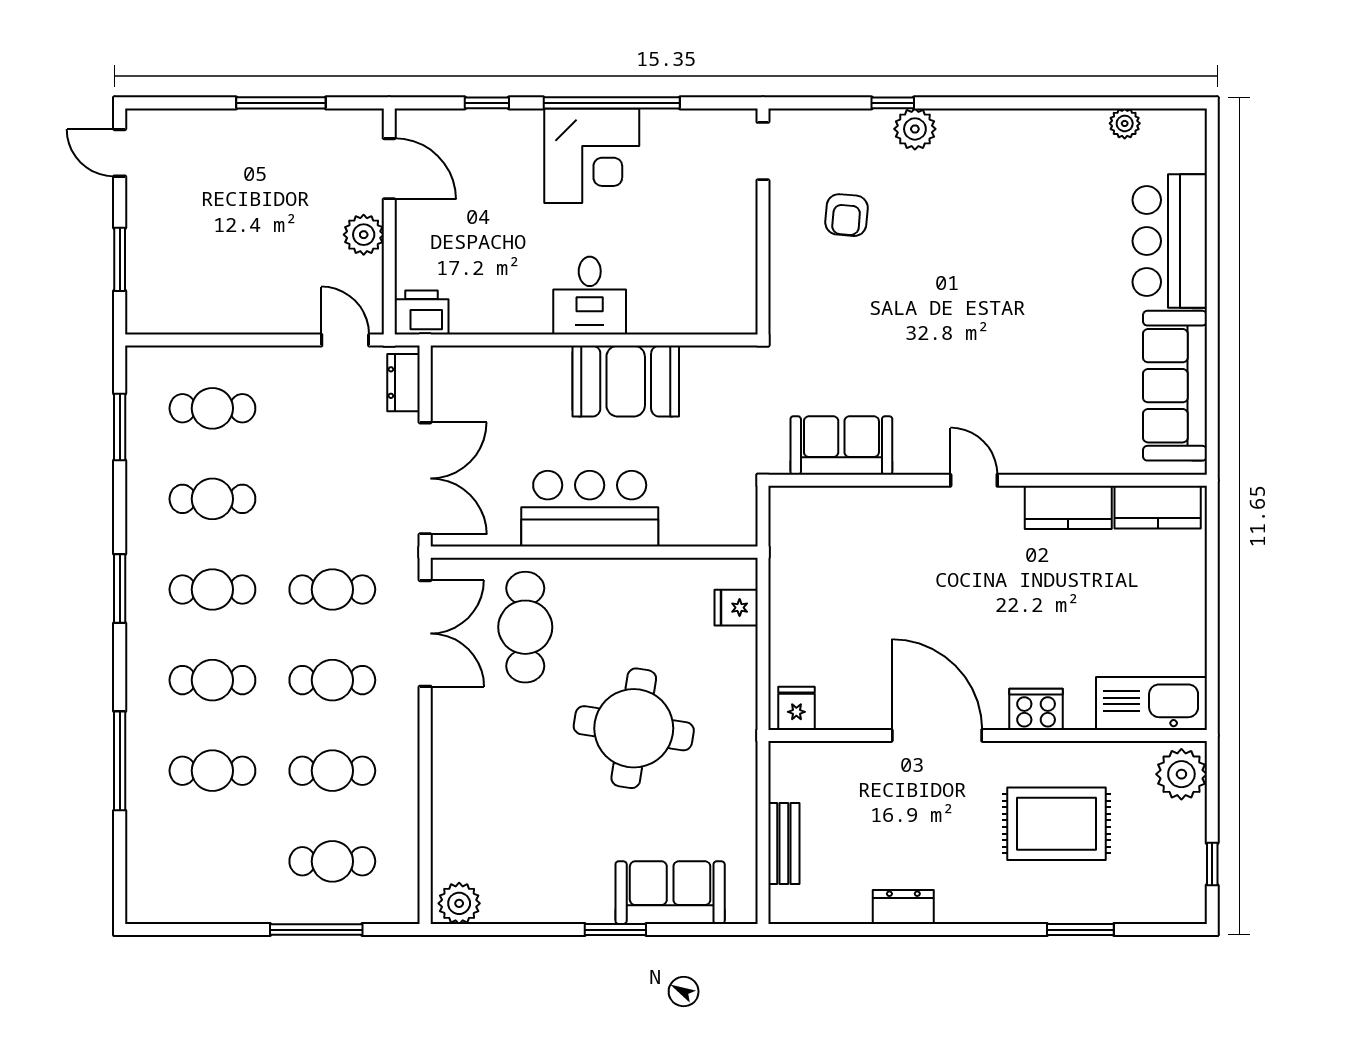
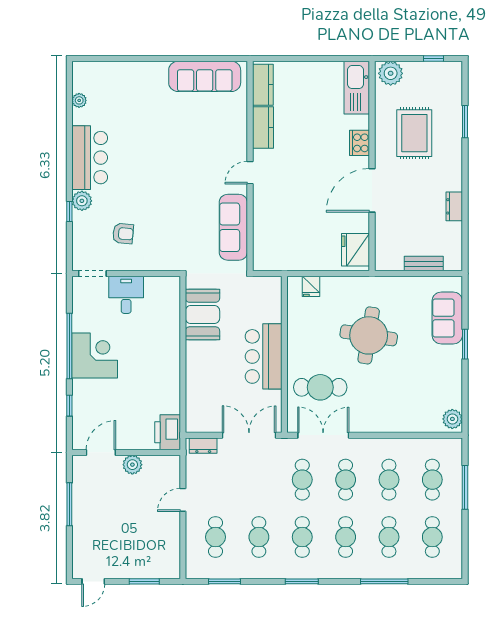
bar counter: (1170, 241) -> (90, 158), moved, turned -90
desk: (590, 296) -> (126, 295), moved, turned -90
printer: (421, 312) -> (168, 432), width x1.37, depth x1.19
door: (345, 340) -> (183, 500), moved
booth: (626, 381) -> (202, 315), moved
sofa: (841, 445) -> (233, 227), width x1.36
fridge: (796, 708) -> (356, 250), width x1.88, depth x1.34
cafe table: (212, 861) -> (432, 537), added

